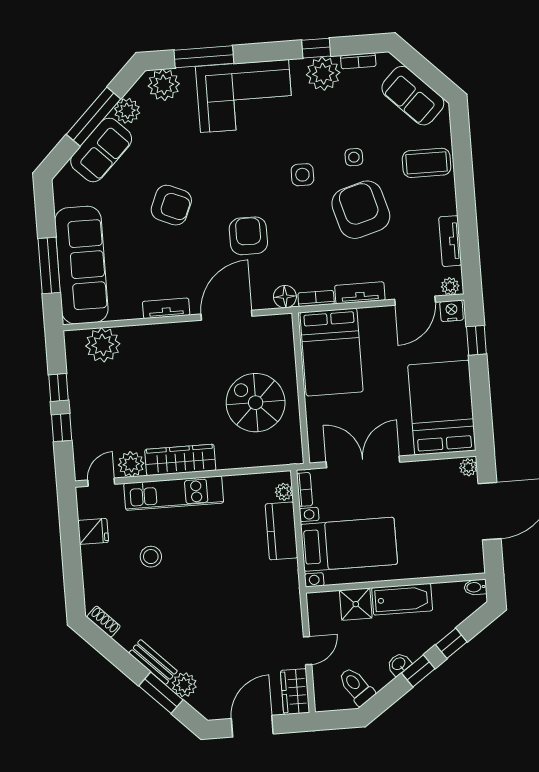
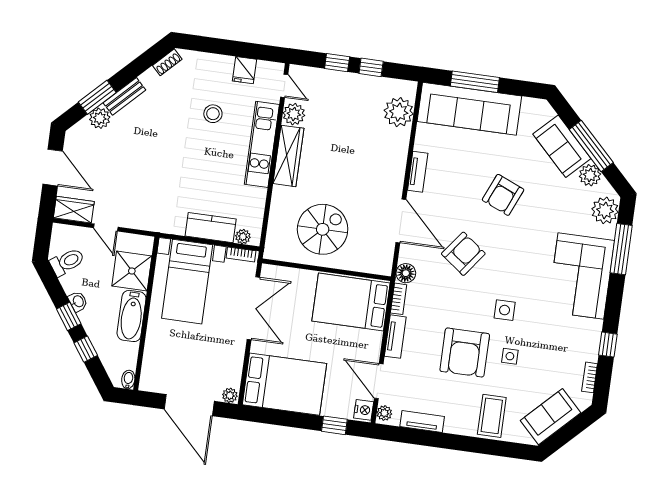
plant: (323, 74) -> (585, 346), removed
armchair: (361, 210) -> (465, 352), turned 106
armchair: (248, 236) -> (463, 254), turned -53
shower: (356, 604) -> (132, 271), width x1.36, depth x1.36

